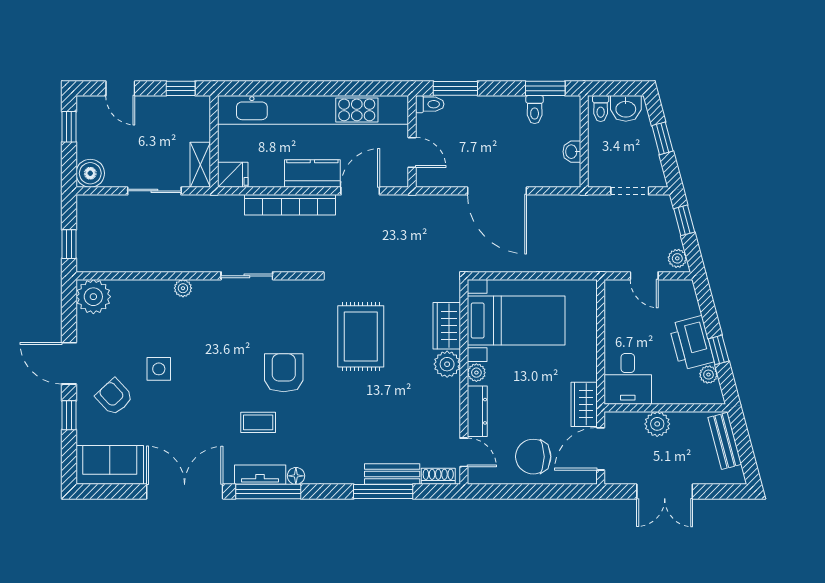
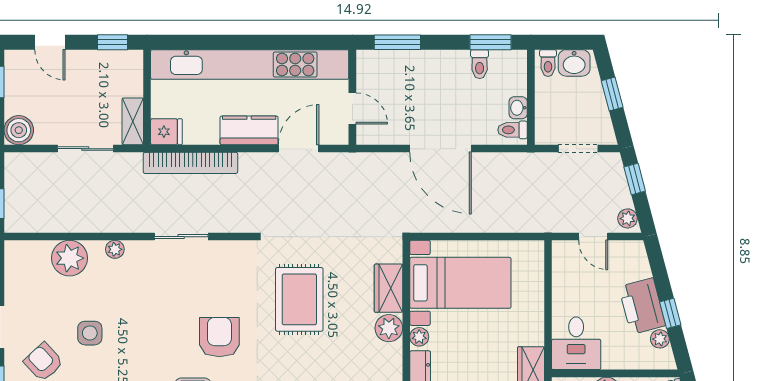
toilet: (430, 104) -> (513, 130), moved, turned 180
bookcase: (290, 205) -> (190, 163), moved
plant: (93, 297) -> (69, 258), moved

